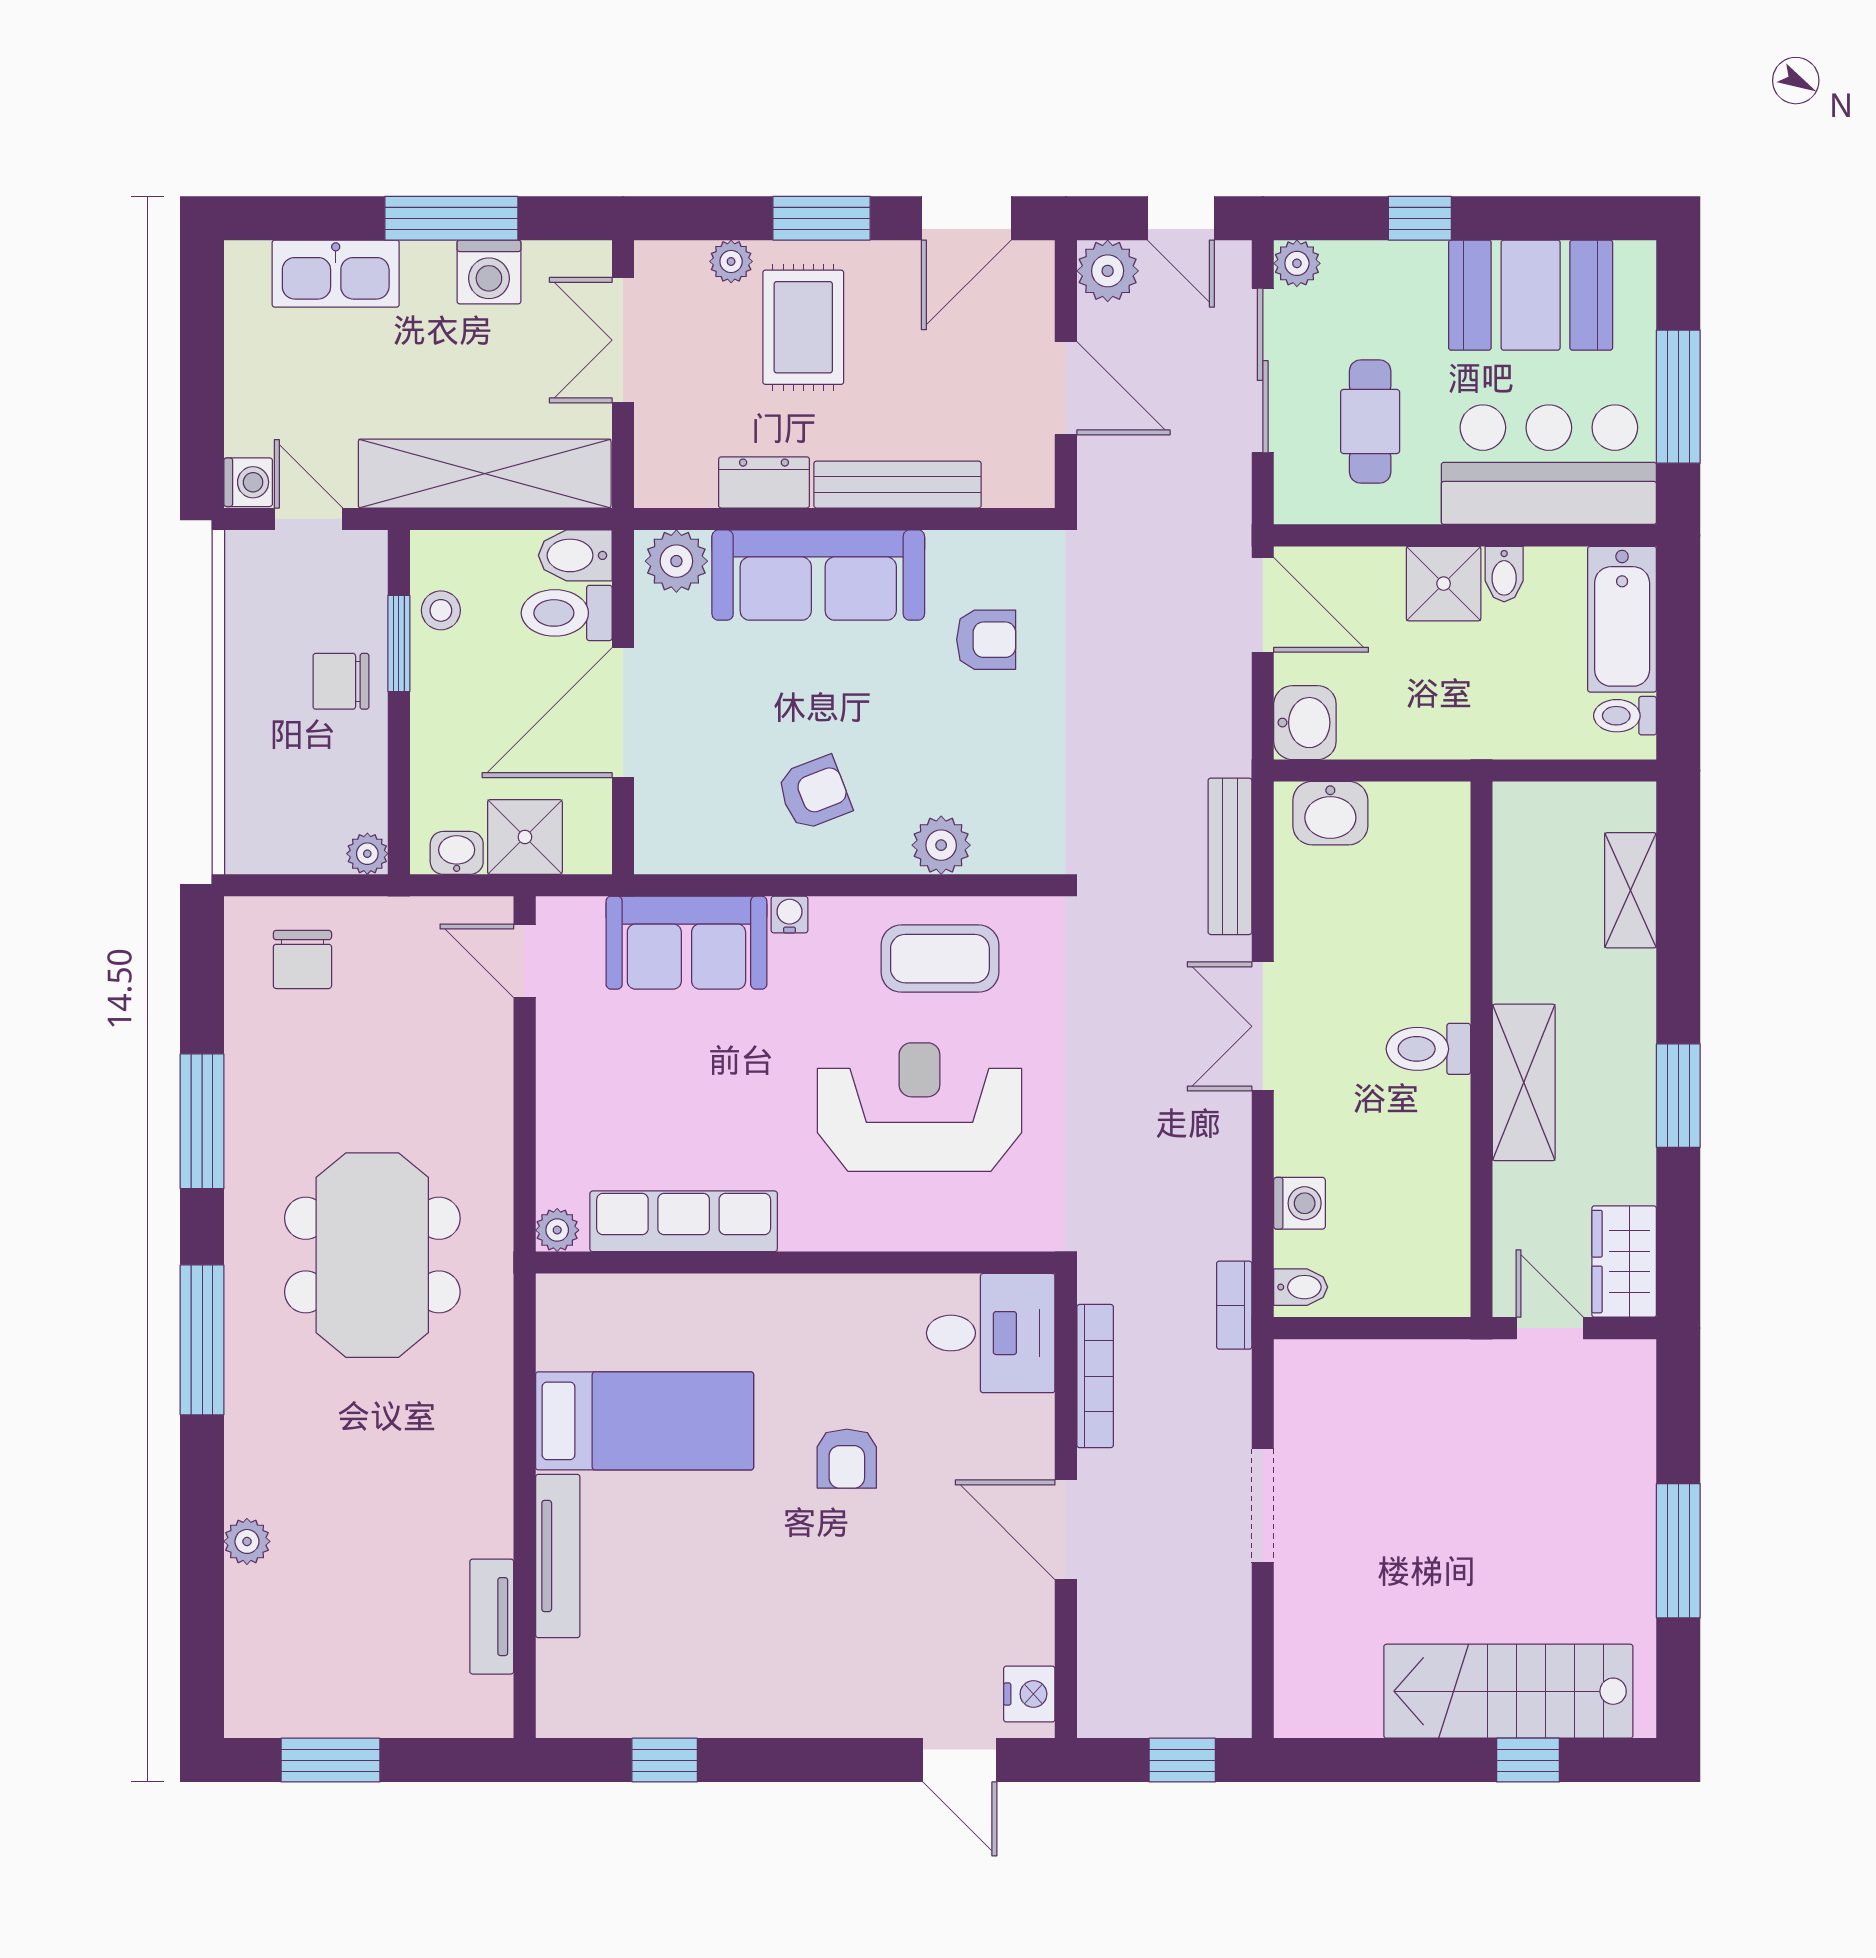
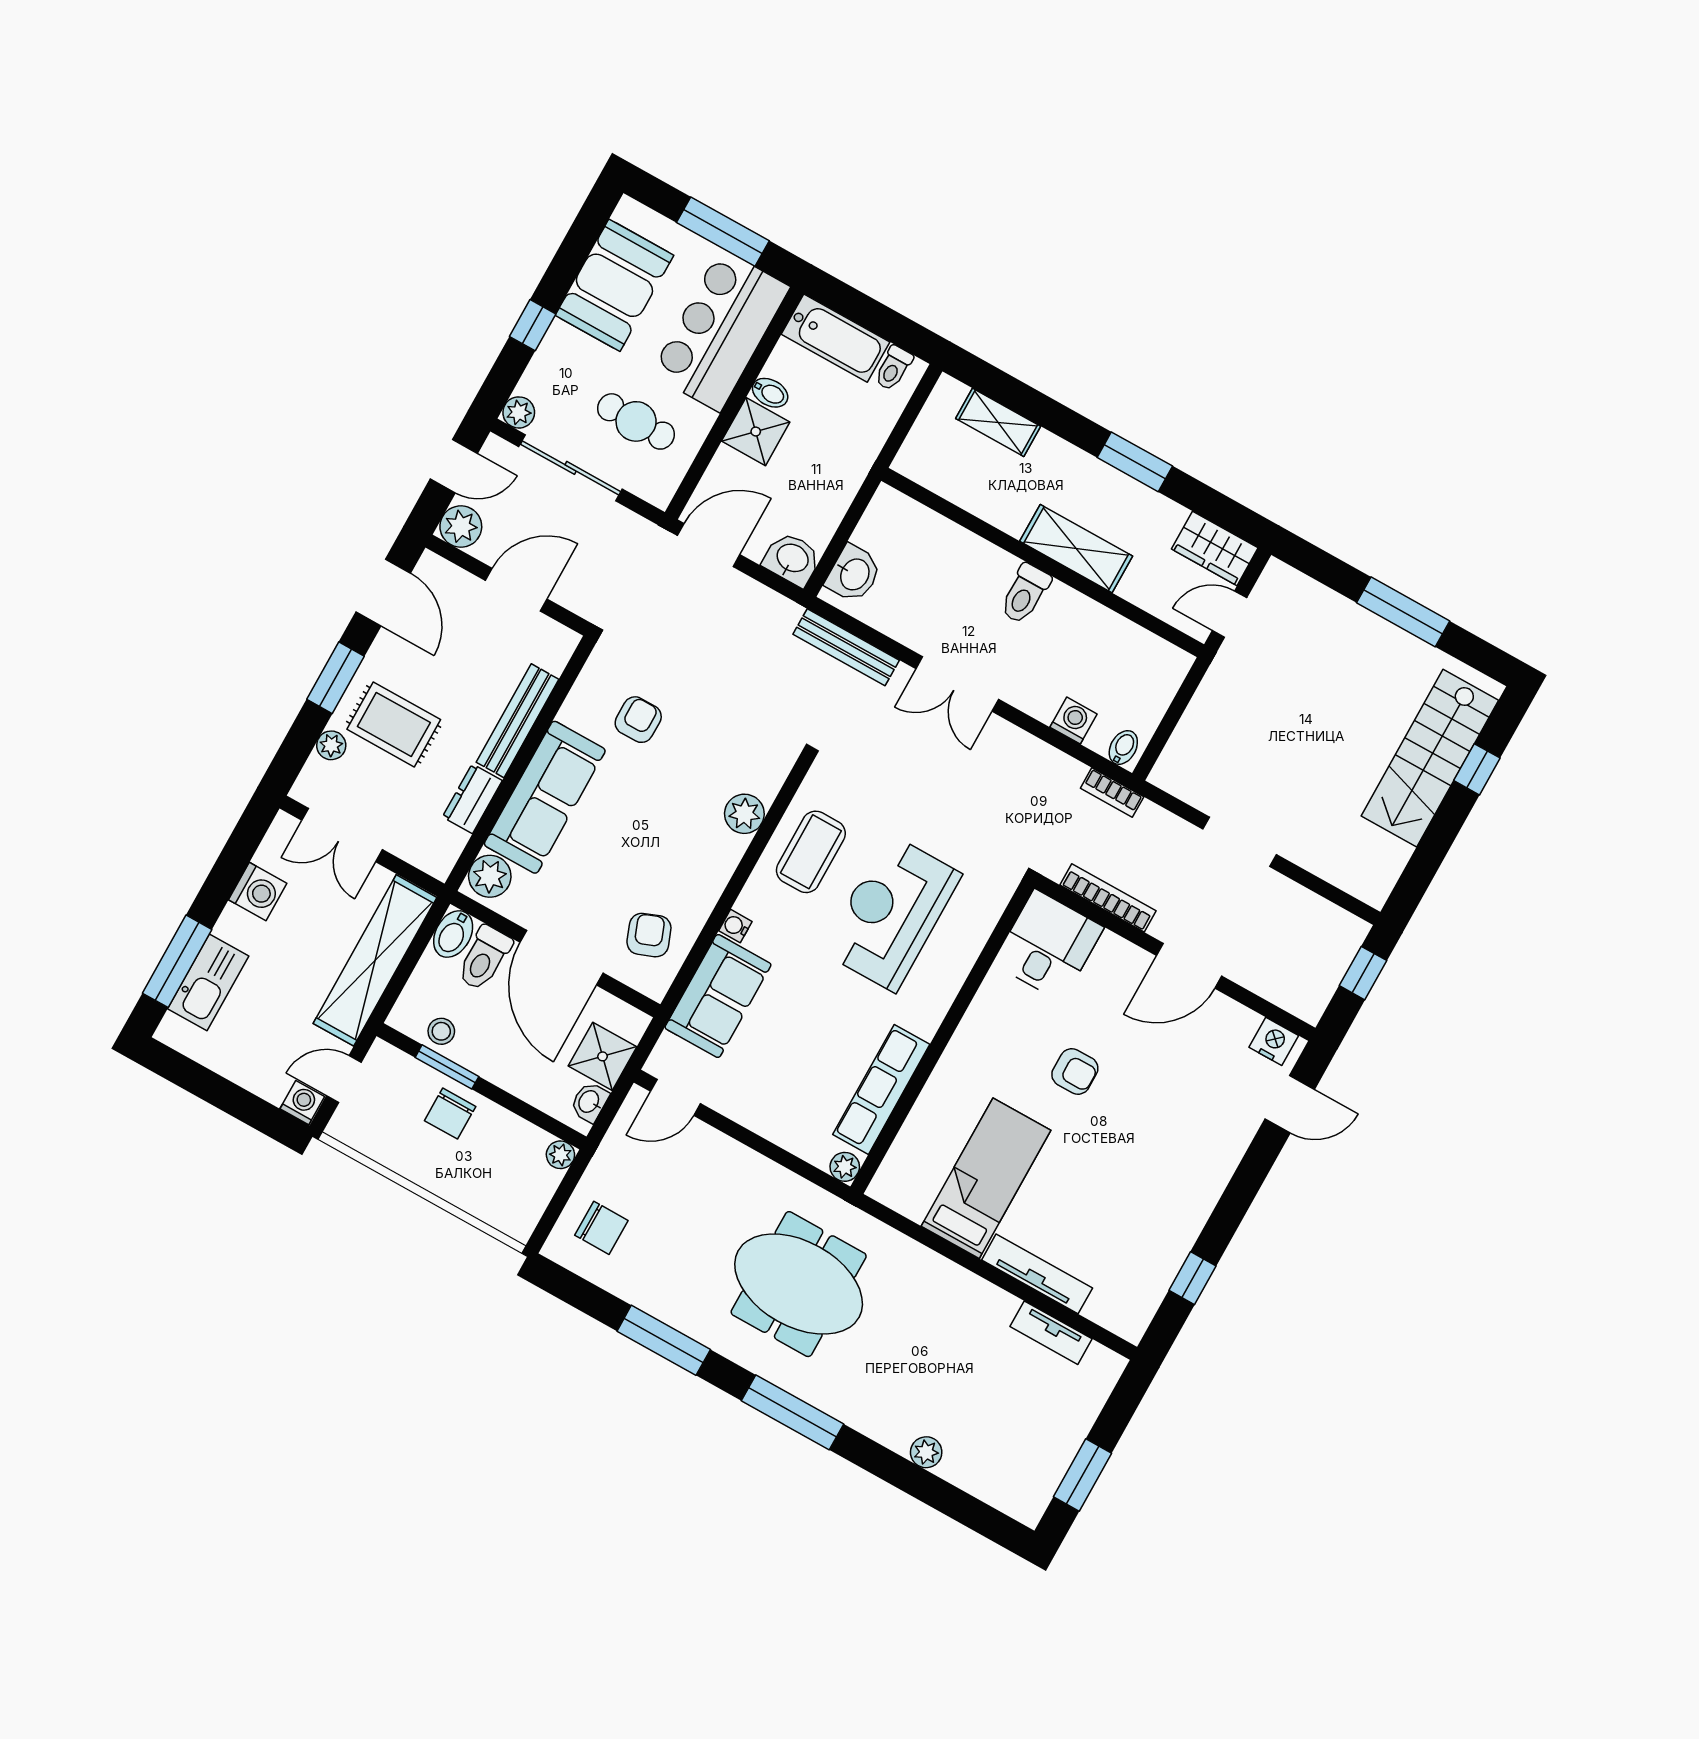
window: (451, 218) -> (177, 961), moved
armchair: (814, 793) -> (649, 935), moved

